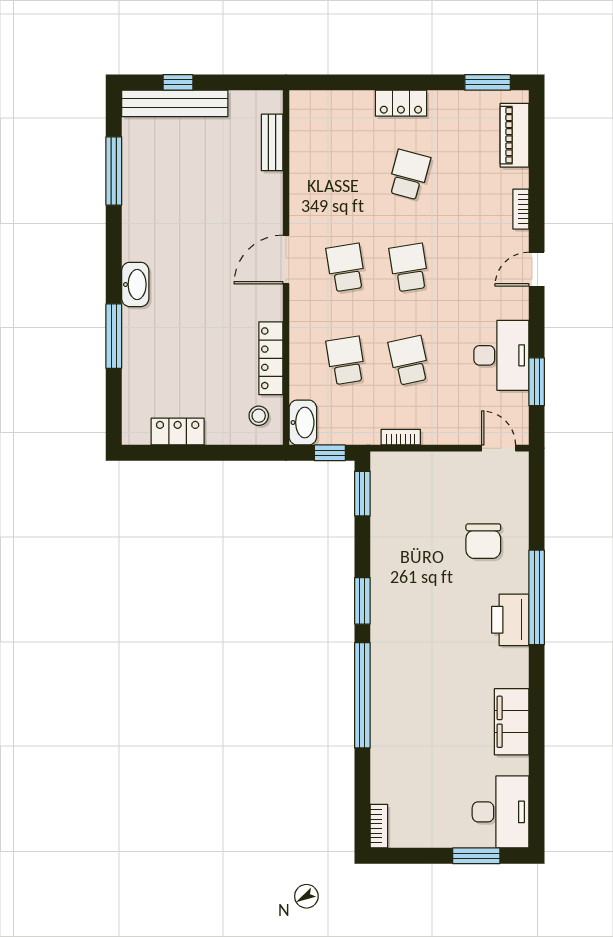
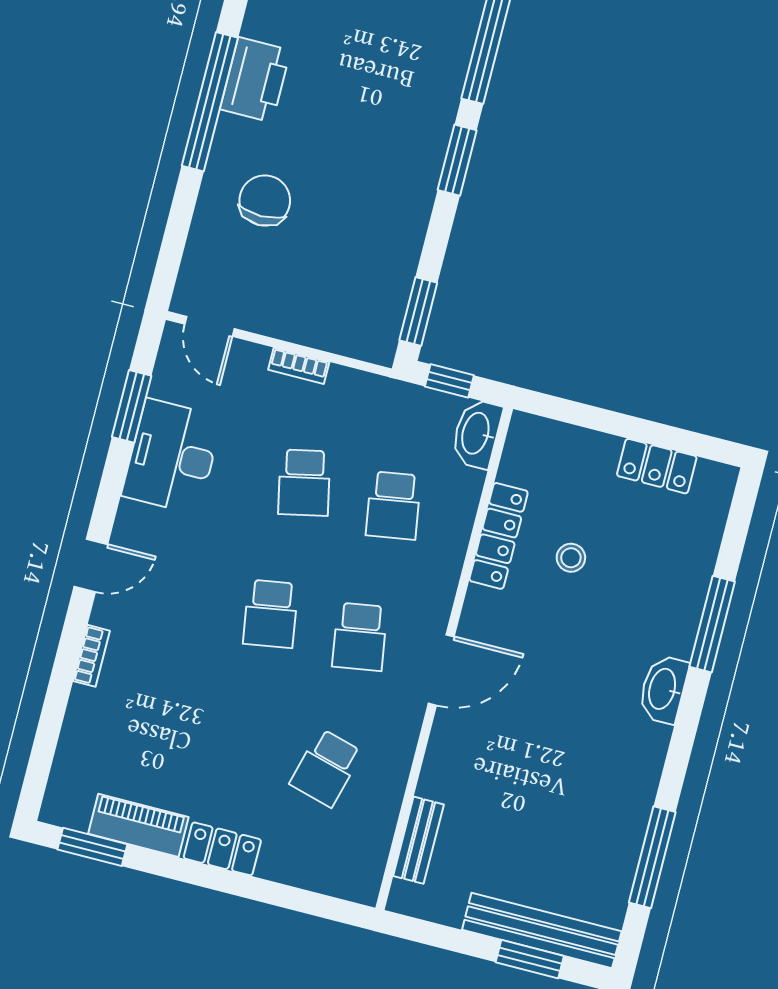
window: (178, 82) -> (530, 959), width x1.50
piano: (514, 135) -> (138, 825), moved, turned -90
school desk: (409, 175) -> (326, 768), moved
stool: (259, 416) -> (571, 558), moved
bookcase: (401, 437) -> (299, 366), moved

